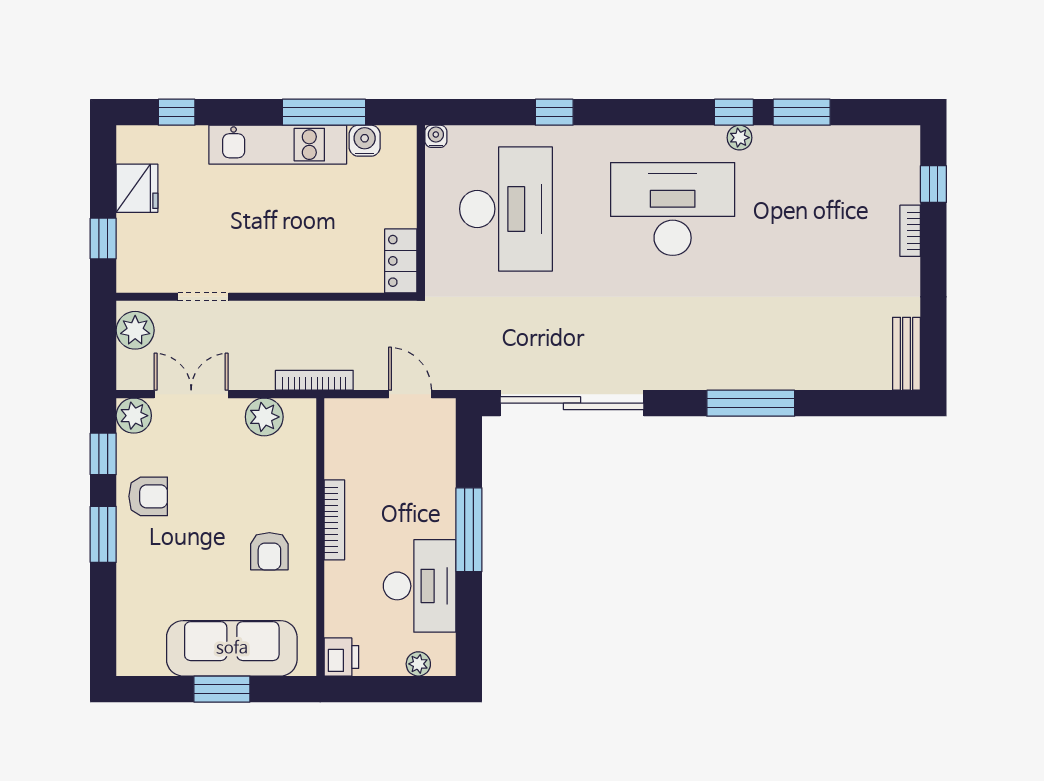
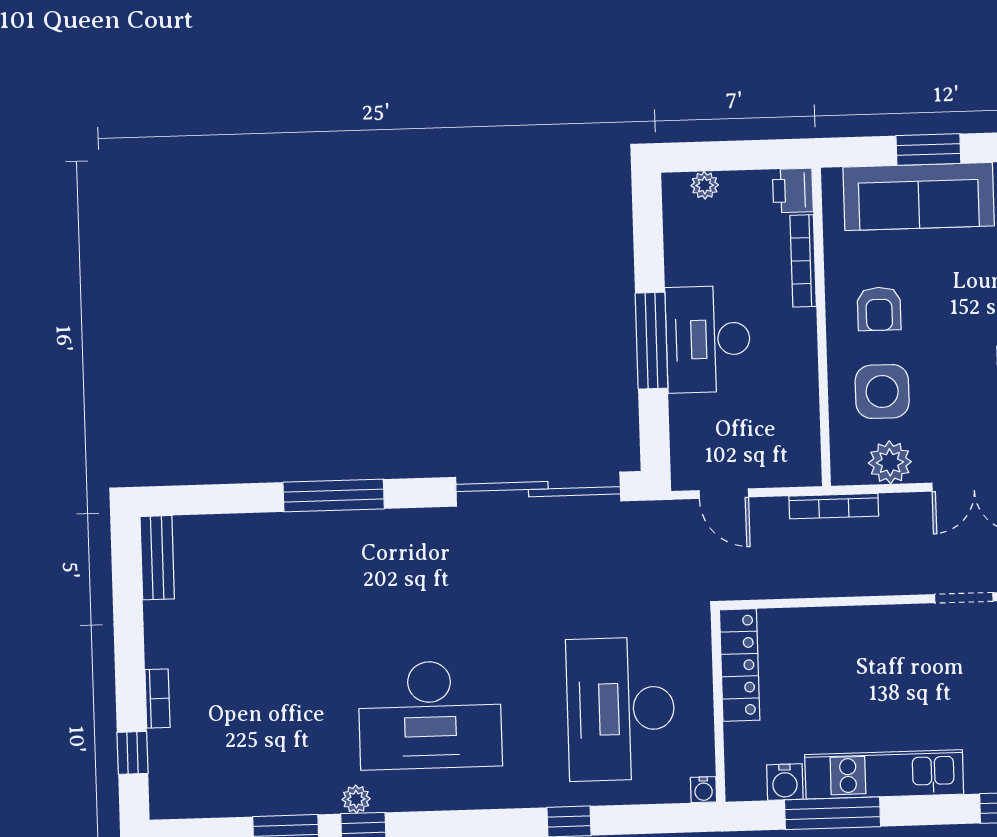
locker: (401, 261) -> (740, 665), width x1.53
side table: (269, 479) -> (882, 392), added
bookcase: (334, 520) -> (803, 261), moved
armchair: (269, 551) -> (879, 309), turned 180
desk: (420, 586) -> (708, 339), moved

